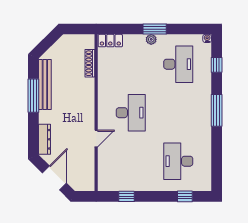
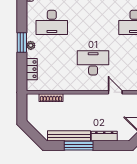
locker: (110, 41) -> (32, 69), moved
desk: (178, 64) -> (52, 22), turned 180
dresser: (45, 139) -> (104, 136), moved

